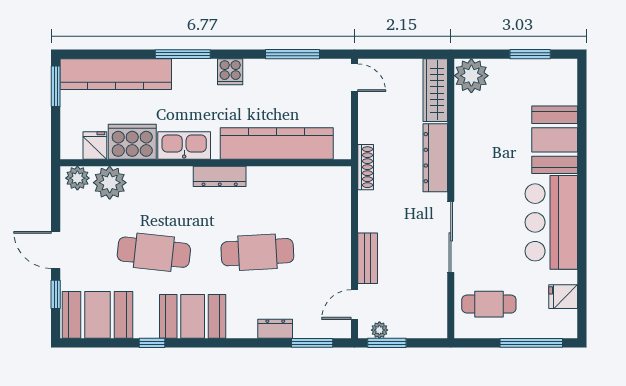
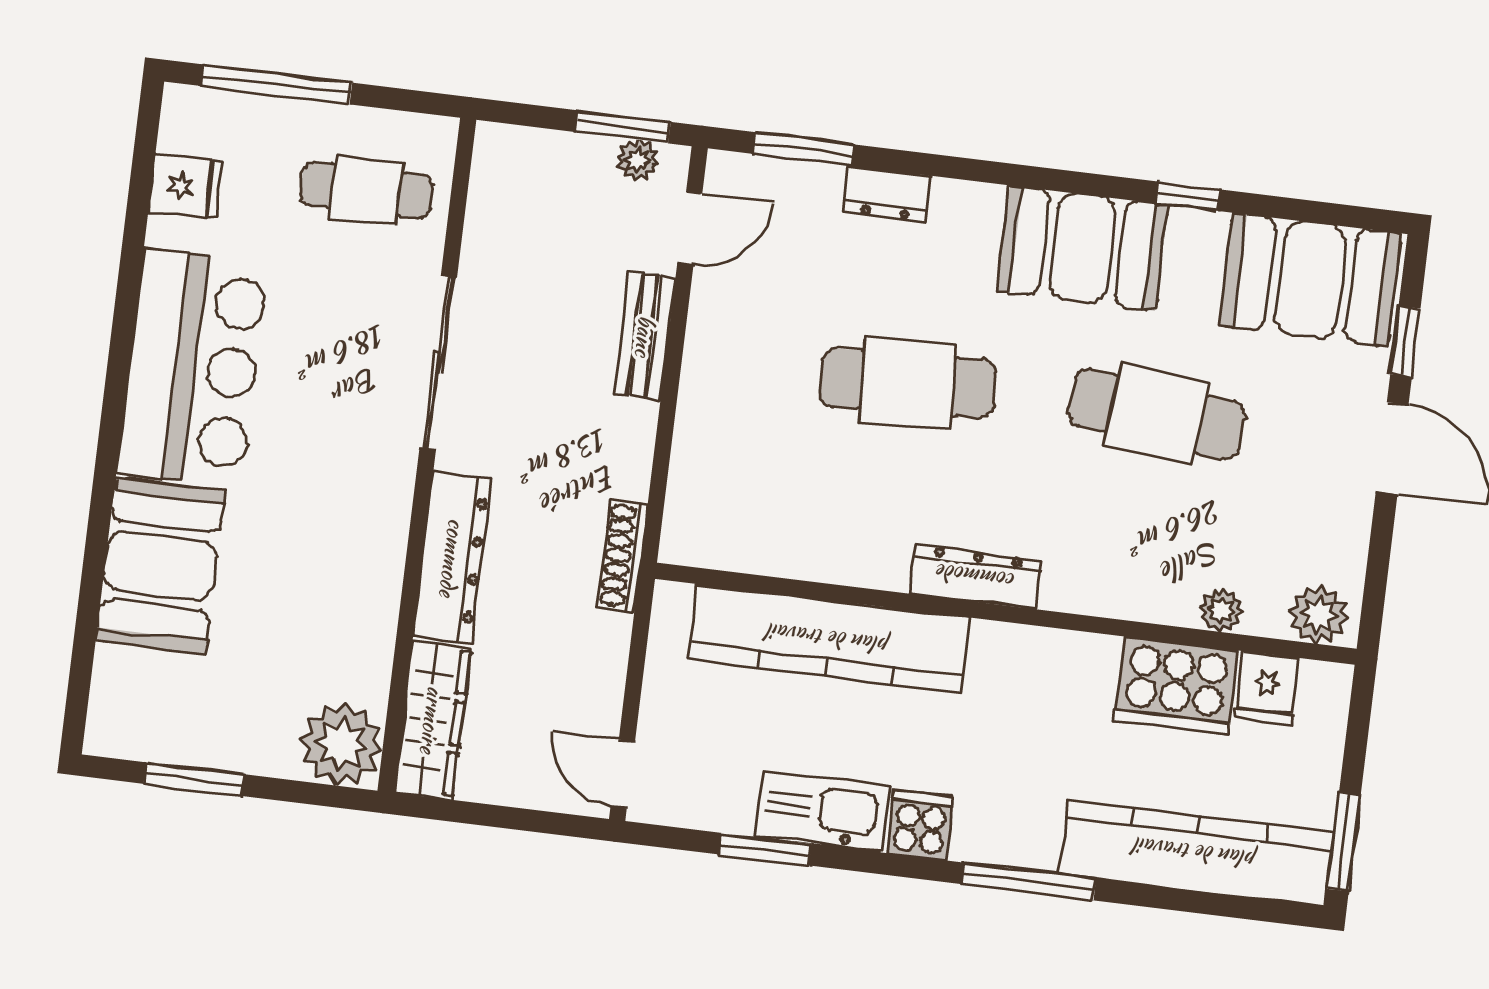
window: (292, 54) -> (765, 849), width x0.69
kitchen sink: (184, 145) -> (823, 812), moved, turned 180
plant: (110, 183) -> (1221, 610), width x0.53, depth x0.53

